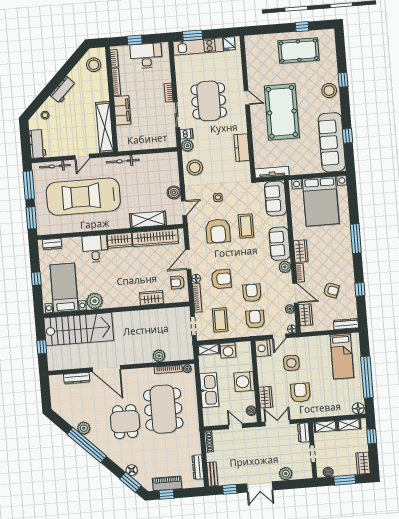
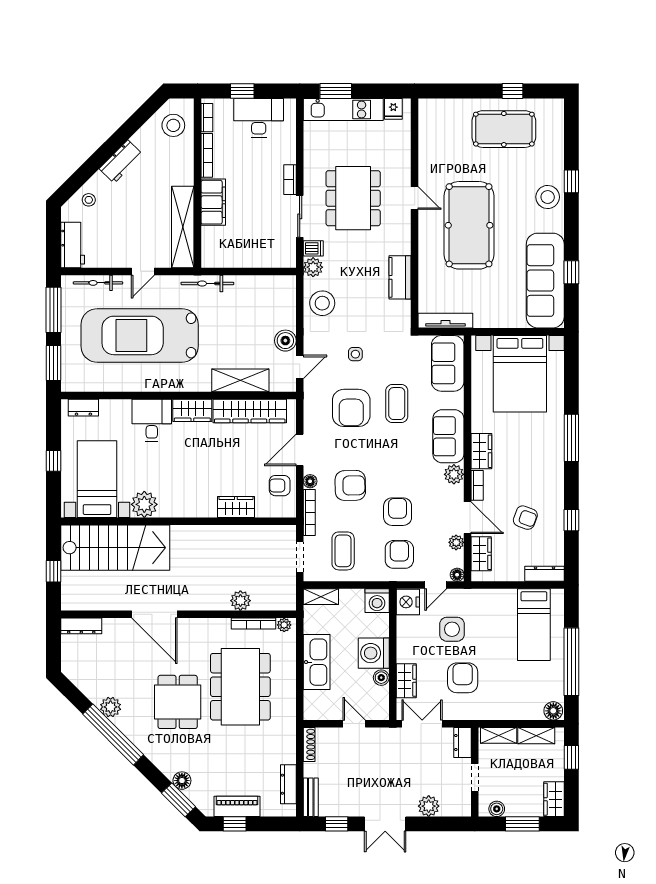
washing machine: (228, 350) -> (377, 601), moved
dresser: (77, 378) -> (81, 626), moved
boiler: (251, 411) -> (381, 678), moved

